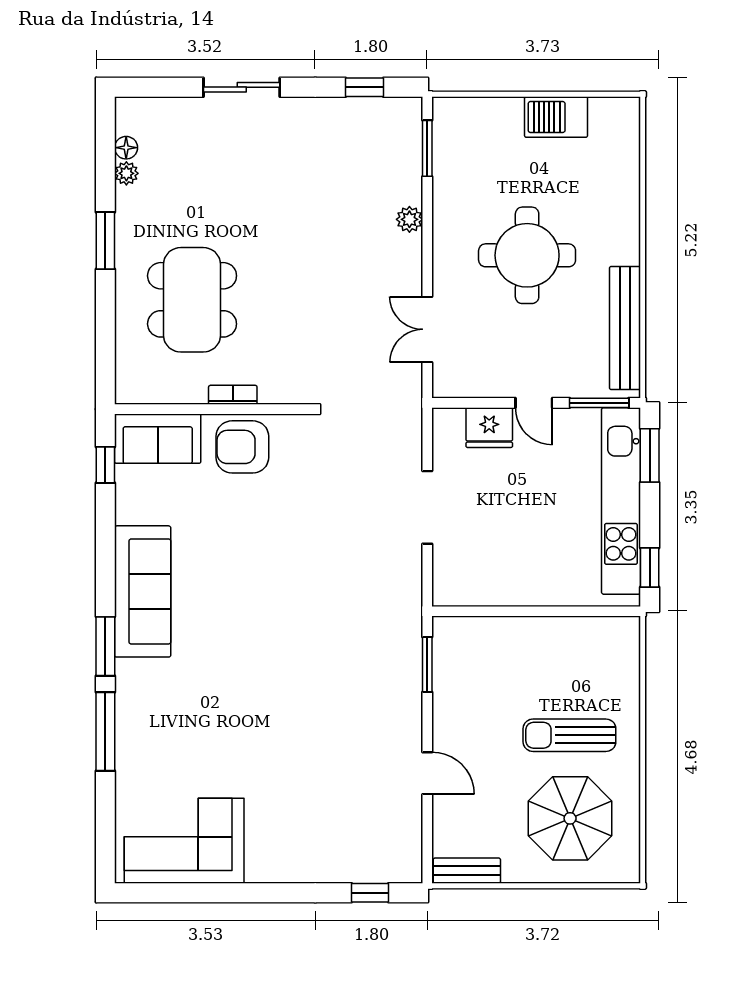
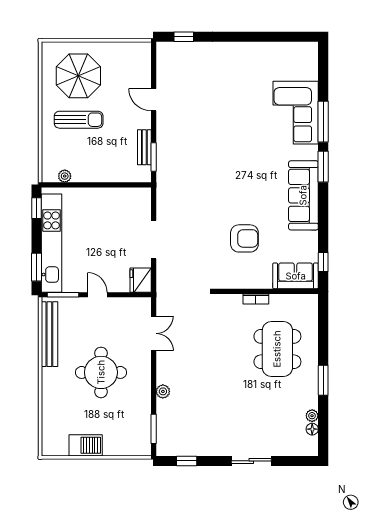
fridge: (489, 428) -> (141, 280), moved, turned -90
armchair: (242, 447) -> (244, 238), moved
plant: (596, 628) -> (65, 176), added
corner sofa: (184, 841) -> (296, 113), moved, turned 90
bench: (467, 871) -> (144, 147), moved, turned 90

